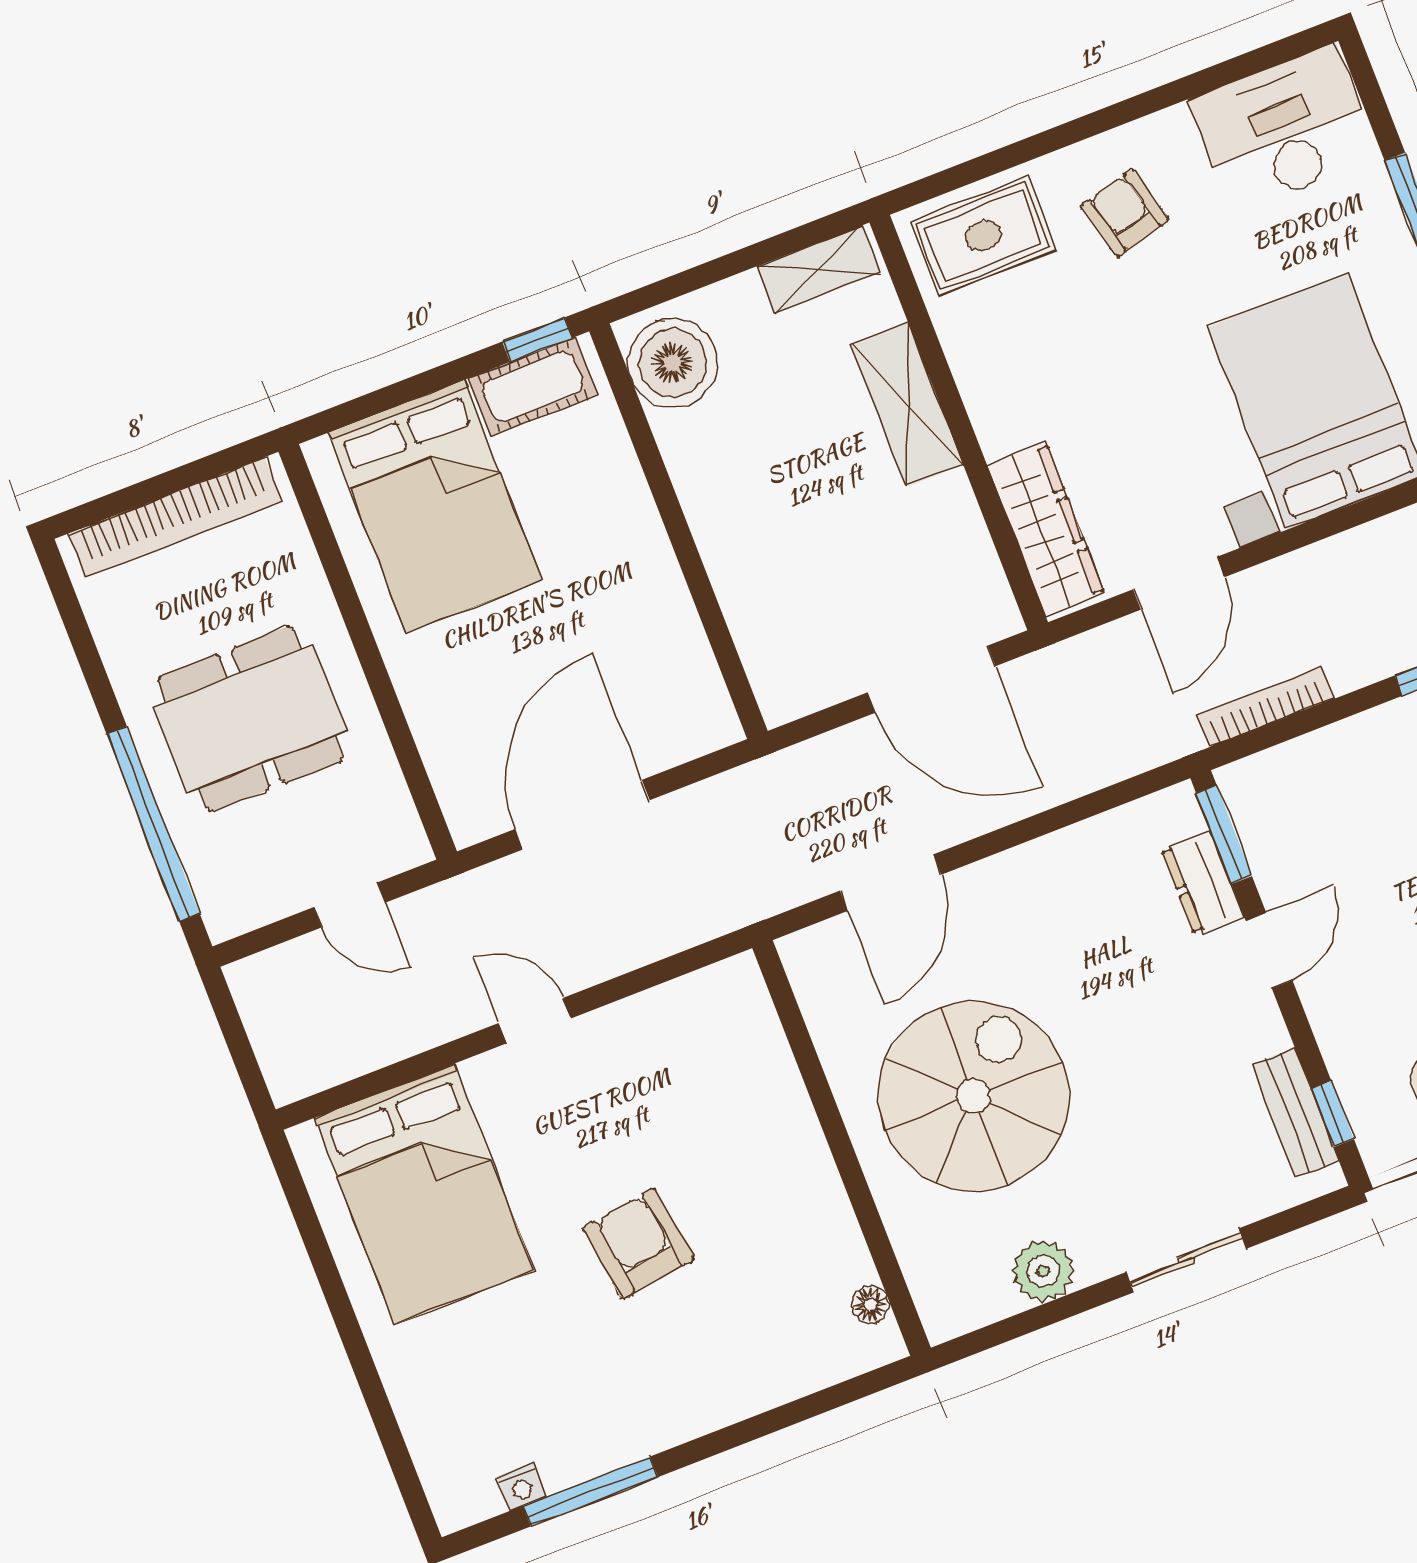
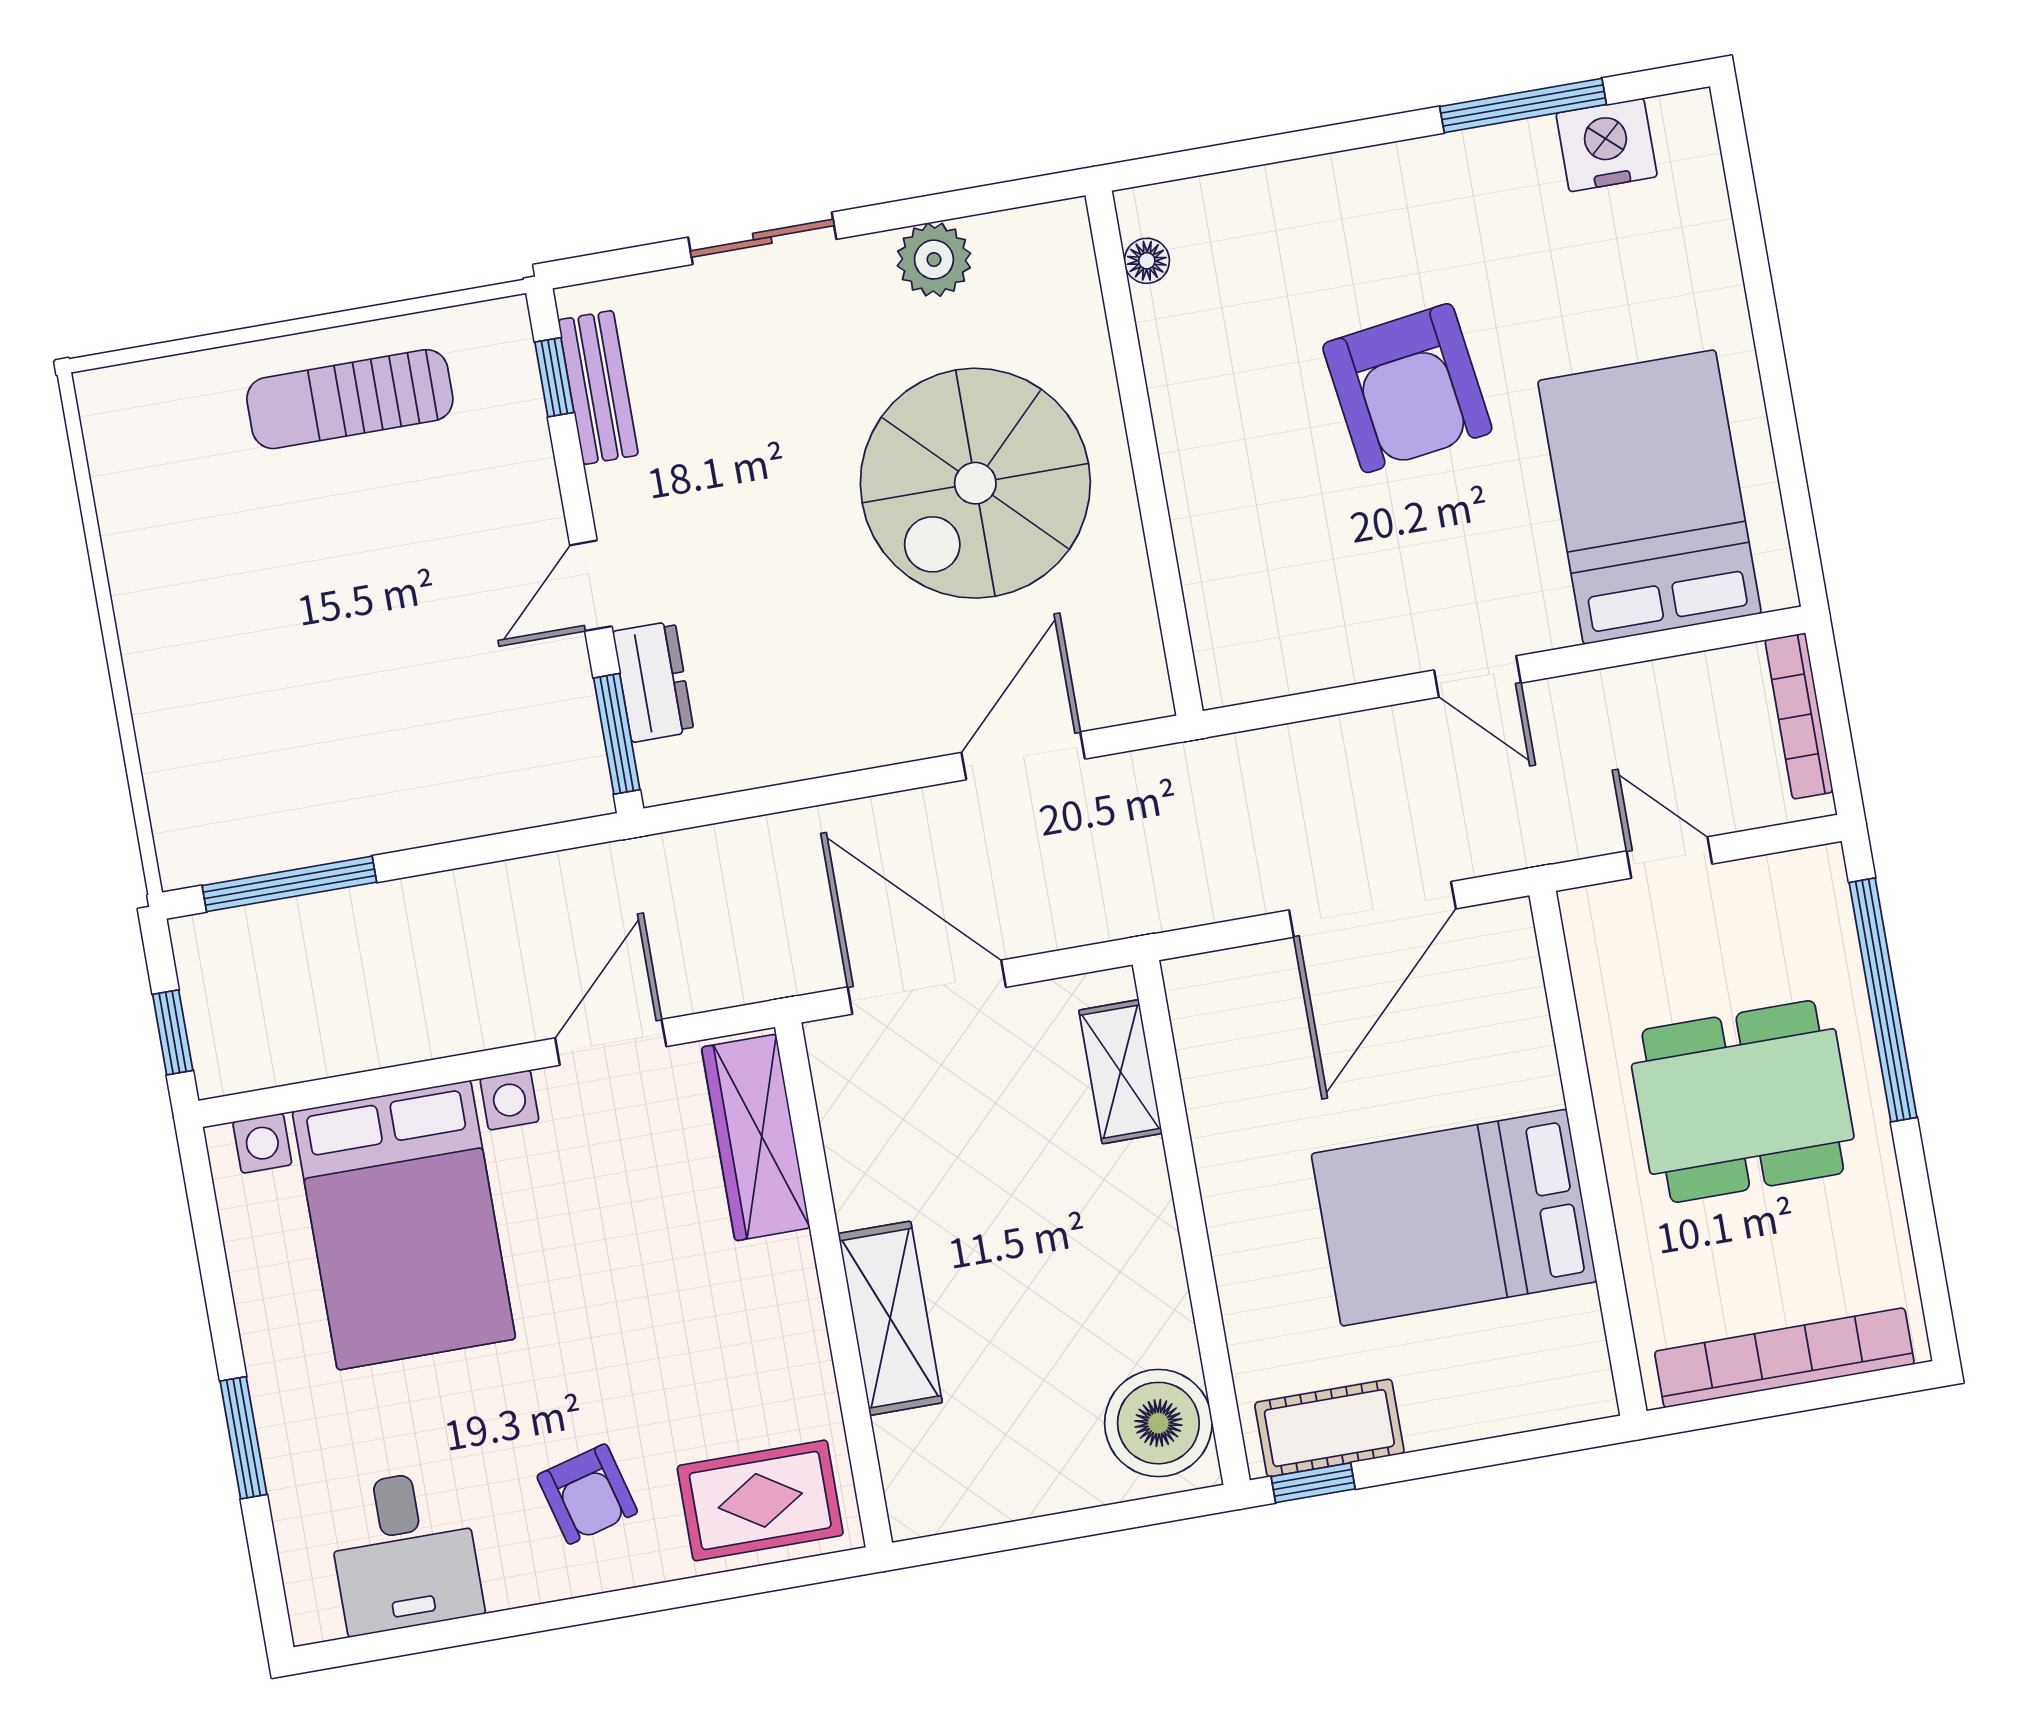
desk: (1284, 129) -> (404, 1552), width x0.73
shelving: (818, 270) -> (1121, 1072), moved, turned 90
bed: (435, 506) -> (1454, 1218), moved, turned -90
bookcase: (1266, 707) -> (1799, 716), moved, turned 90
armchair: (638, 1243) -> (1407, 388), width x1.36, depth x1.36
nightstand: (521, 1487) -> (1607, 145), width x1.89, depth x1.79

